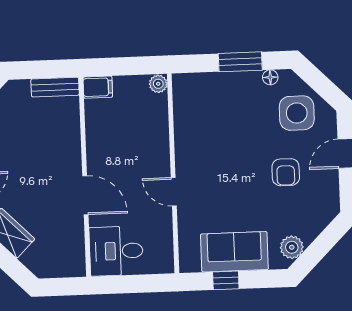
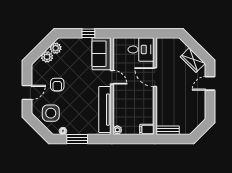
tv unit: (186, 125) -> (105, 110), added
armchair: (286, 172) -> (57, 85), turned 180
plant: (309, 228) -> (47, 57), added
sofa: (234, 252) -> (101, 54), moved, turned 90

